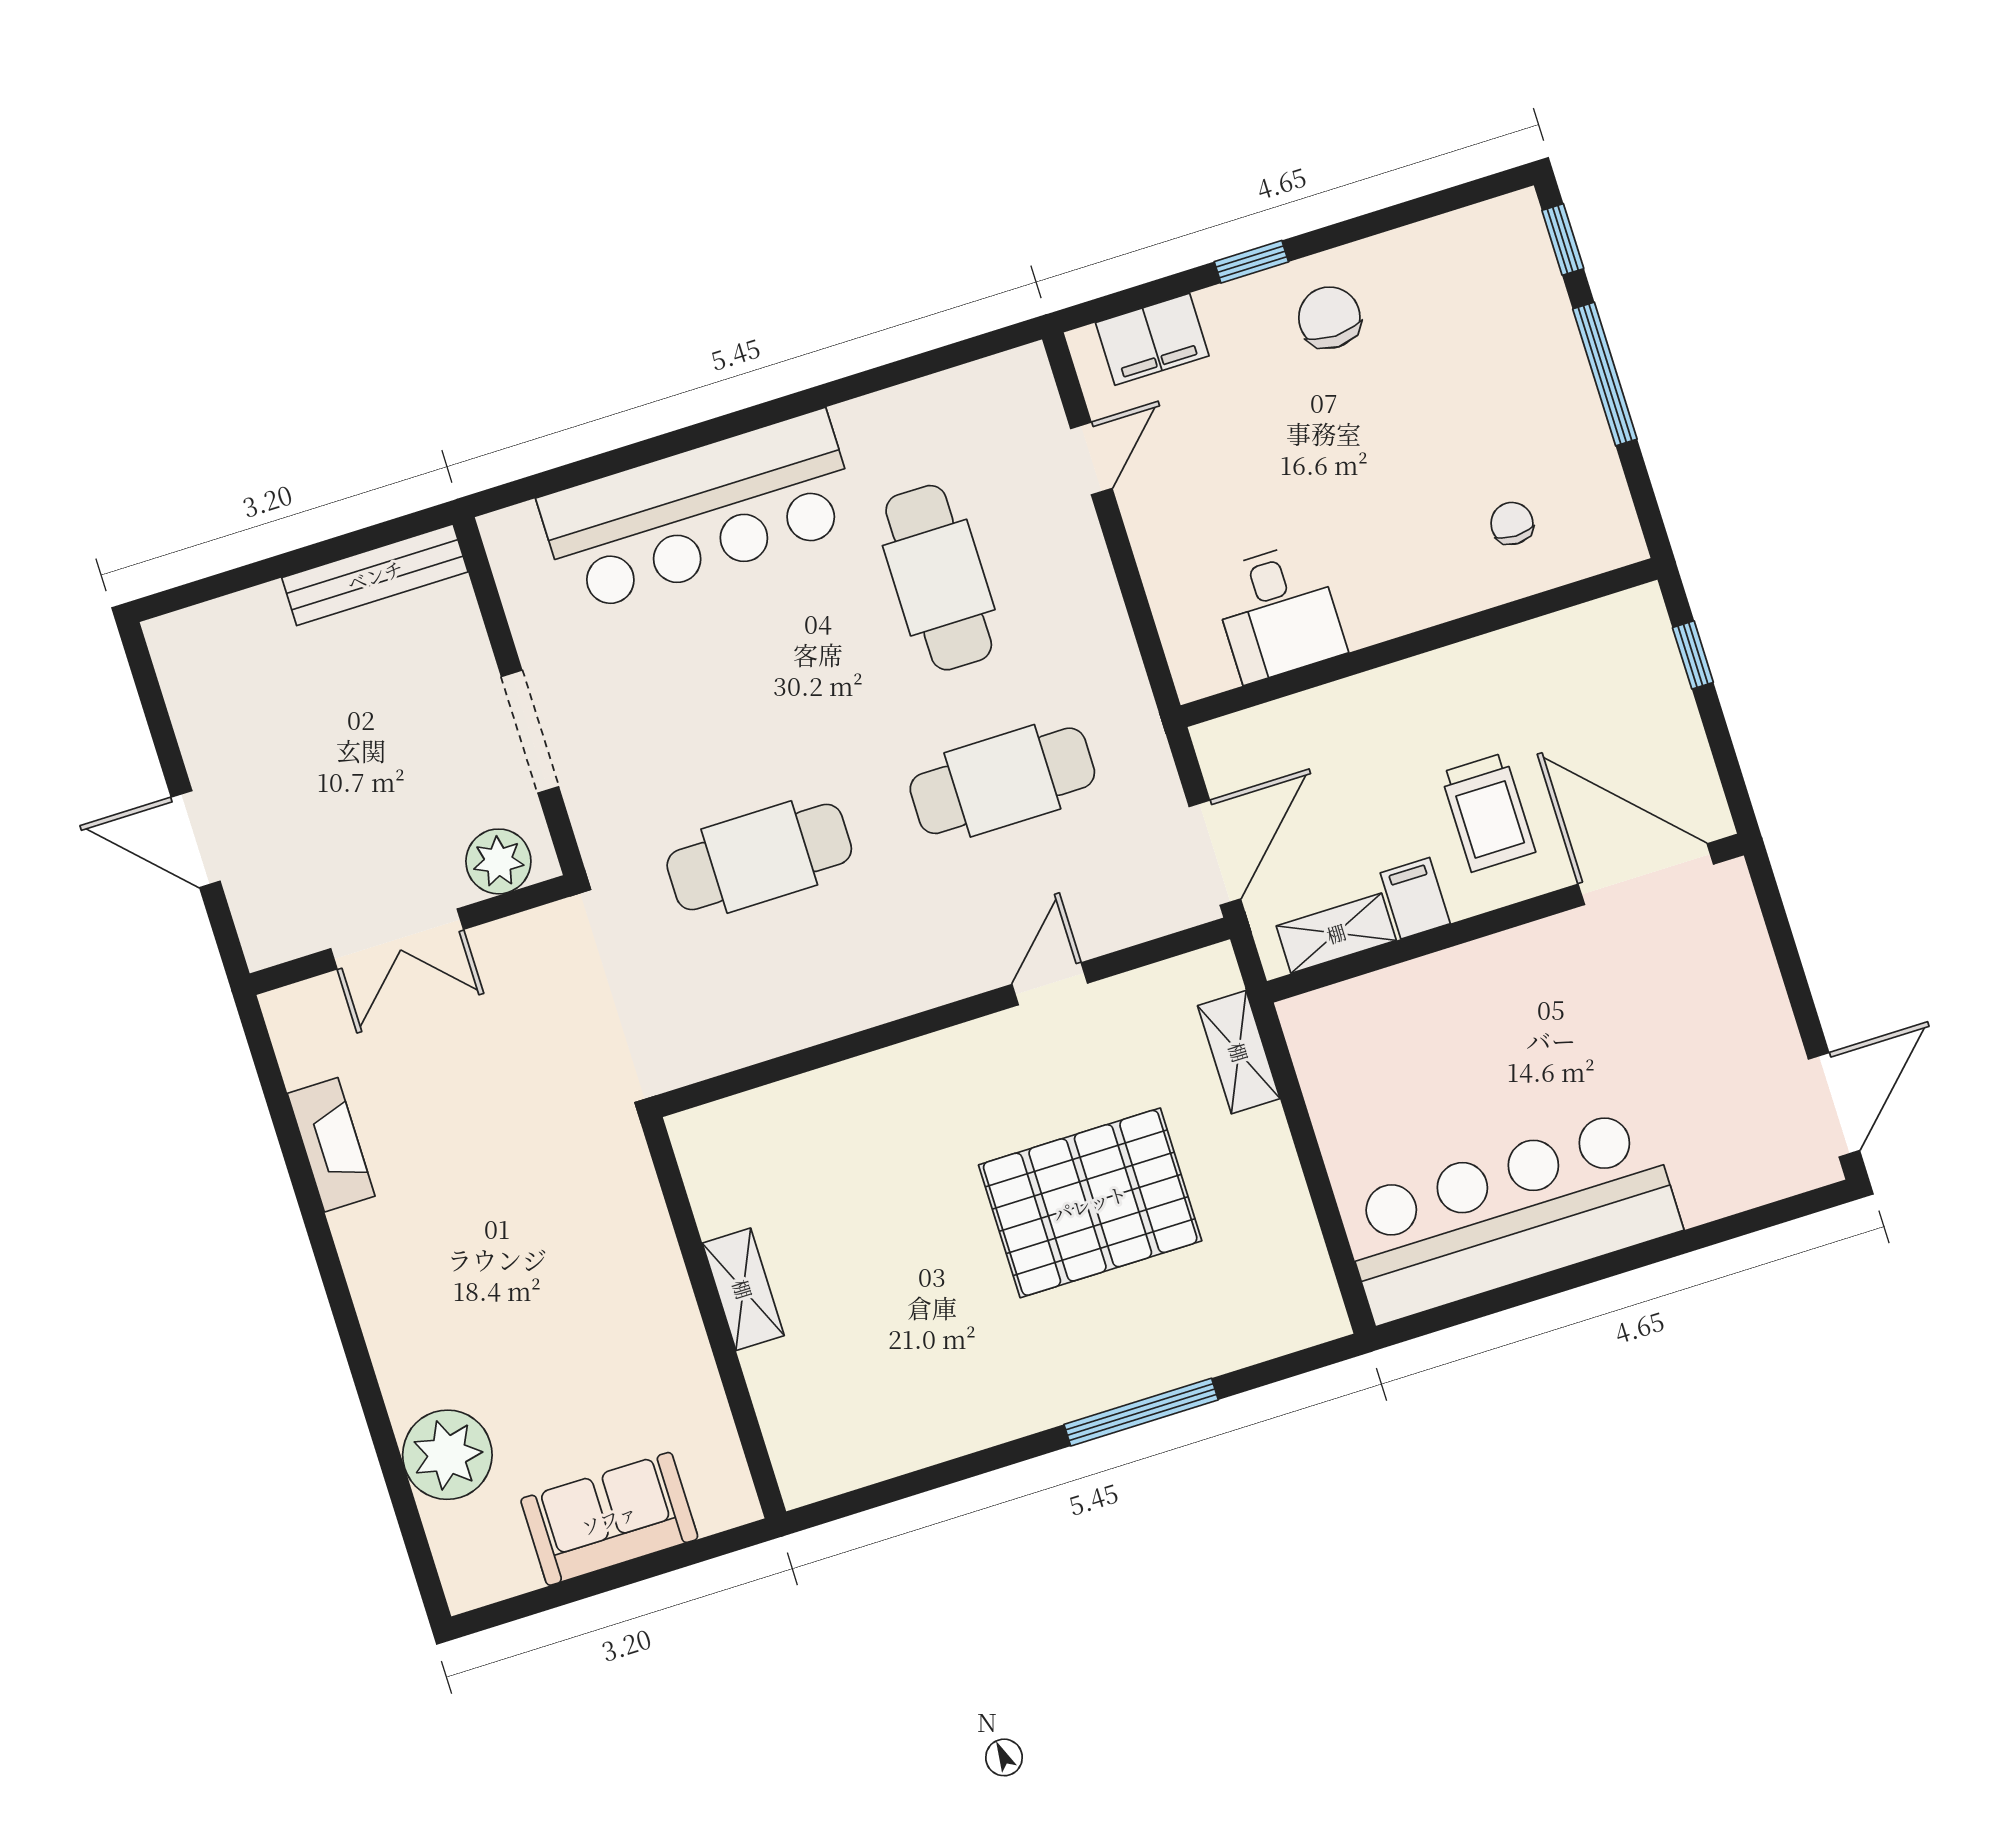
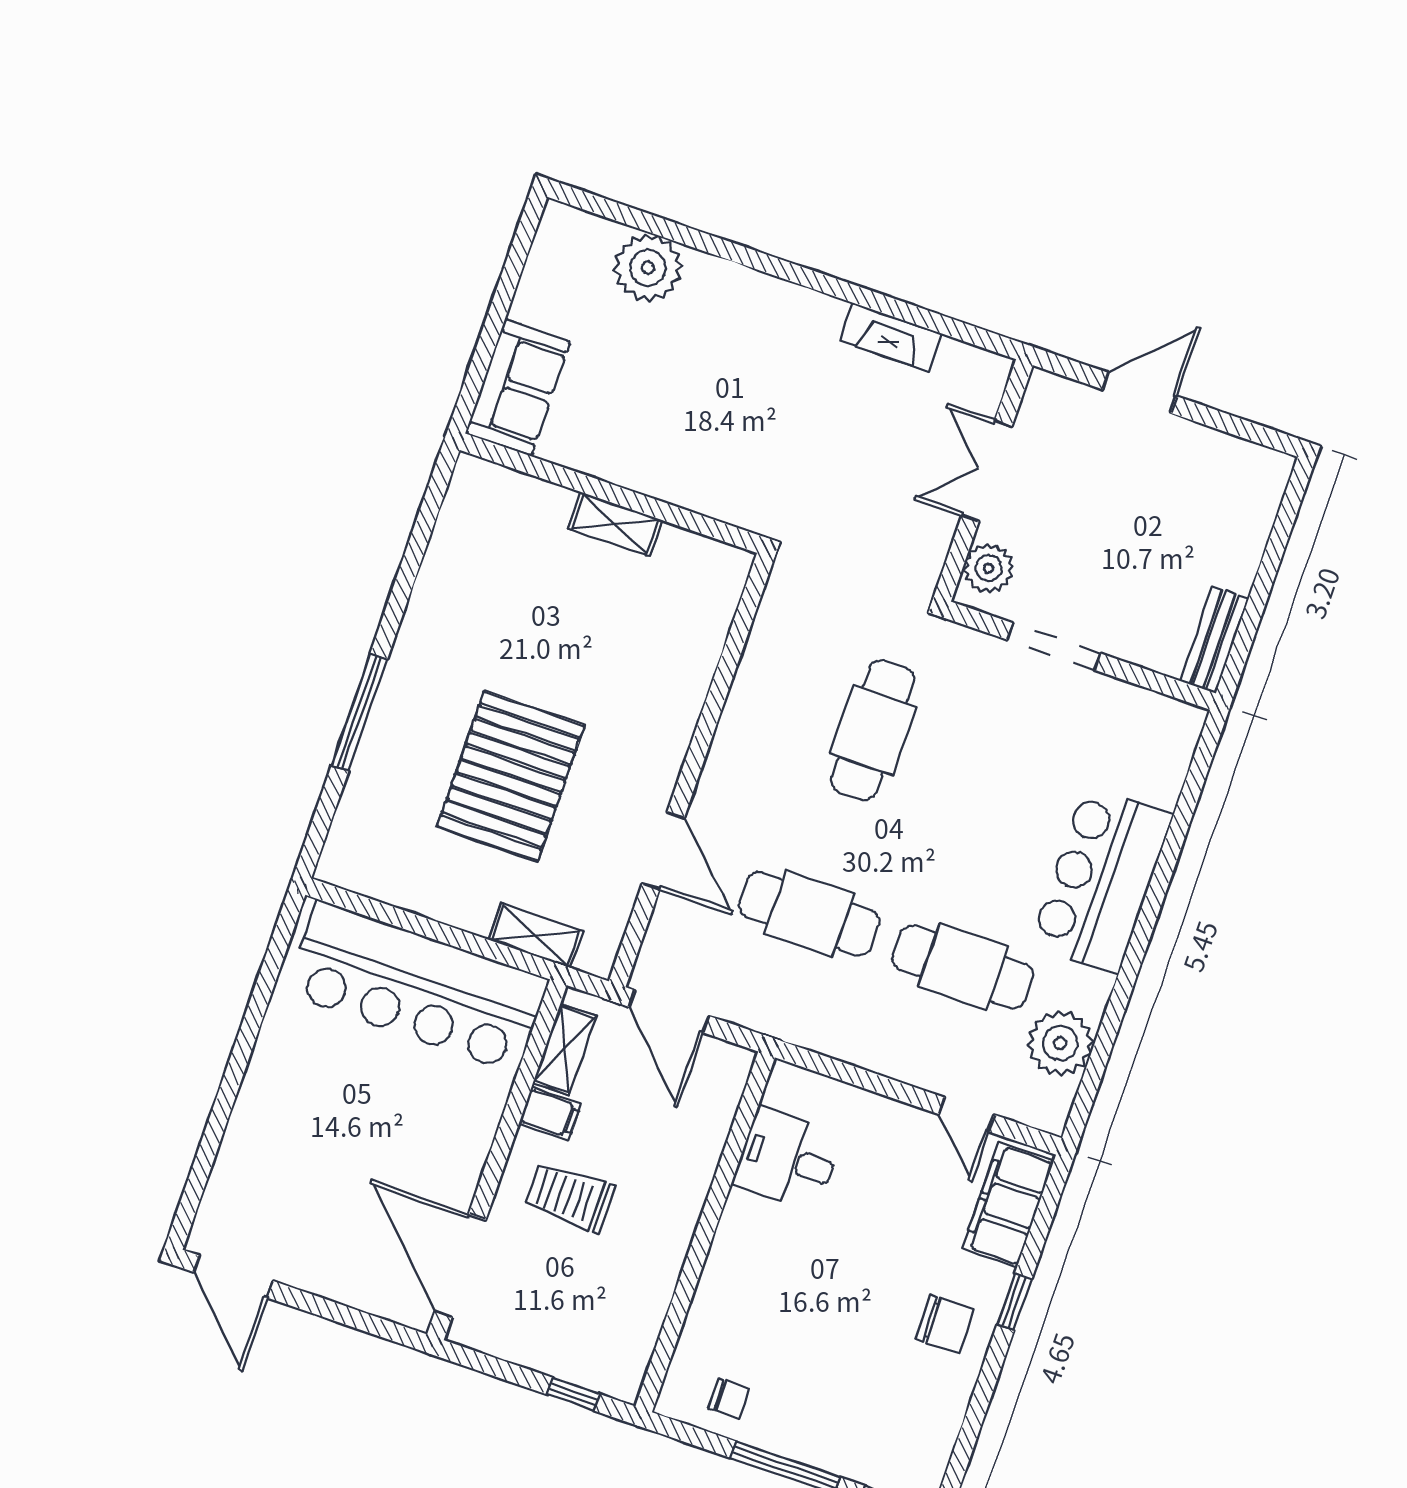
filing cabinet: (1152, 339) -> (1008, 1205), width x1.50, depth x1.17
plant: (943, 415) -> (1060, 1043), added
bar counter: (699, 512) -> (1102, 879), width x0.73
chair: (1512, 523) -> (729, 1399), moved
bench: (375, 575) -> (1214, 640), width x0.73
cafe table: (1002, 781) -> (809, 914), turned 90
door: (1646, 874) -> (460, 1266), swing flipped
door: (1050, 984) -> (663, 851), width x1.38
bar counter: (1510, 1216) -> (417, 987), moved, turned 90
sofa: (609, 1519) -> (518, 387), moved

